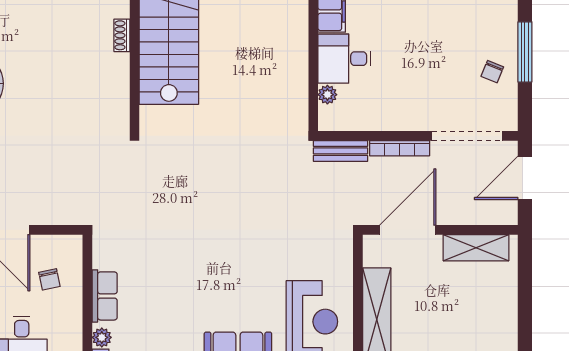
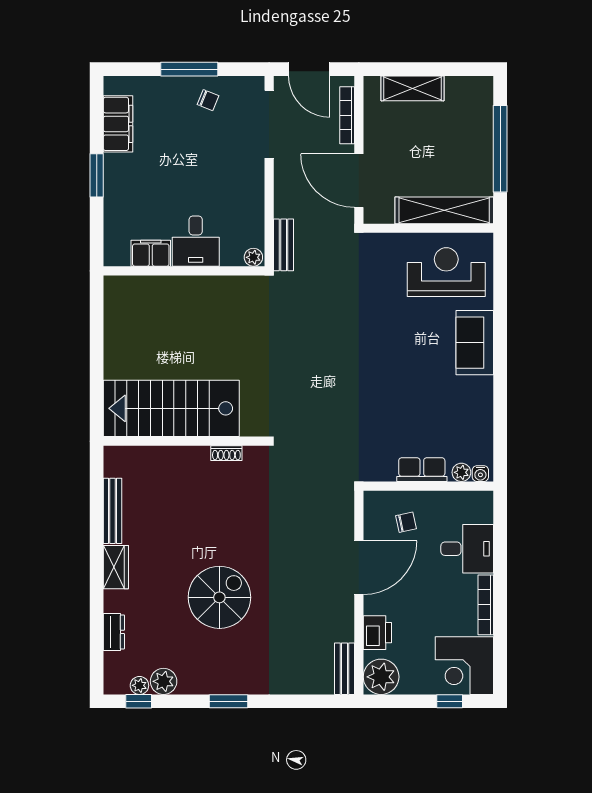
shoe rack: (122, 35) -> (226, 453), moved
plant: (327, 95) -> (253, 257), moved
bookcase: (400, 148) -> (347, 115), moved, turned 180
shelving: (476, 248) -> (412, 88), moved, turned 90

